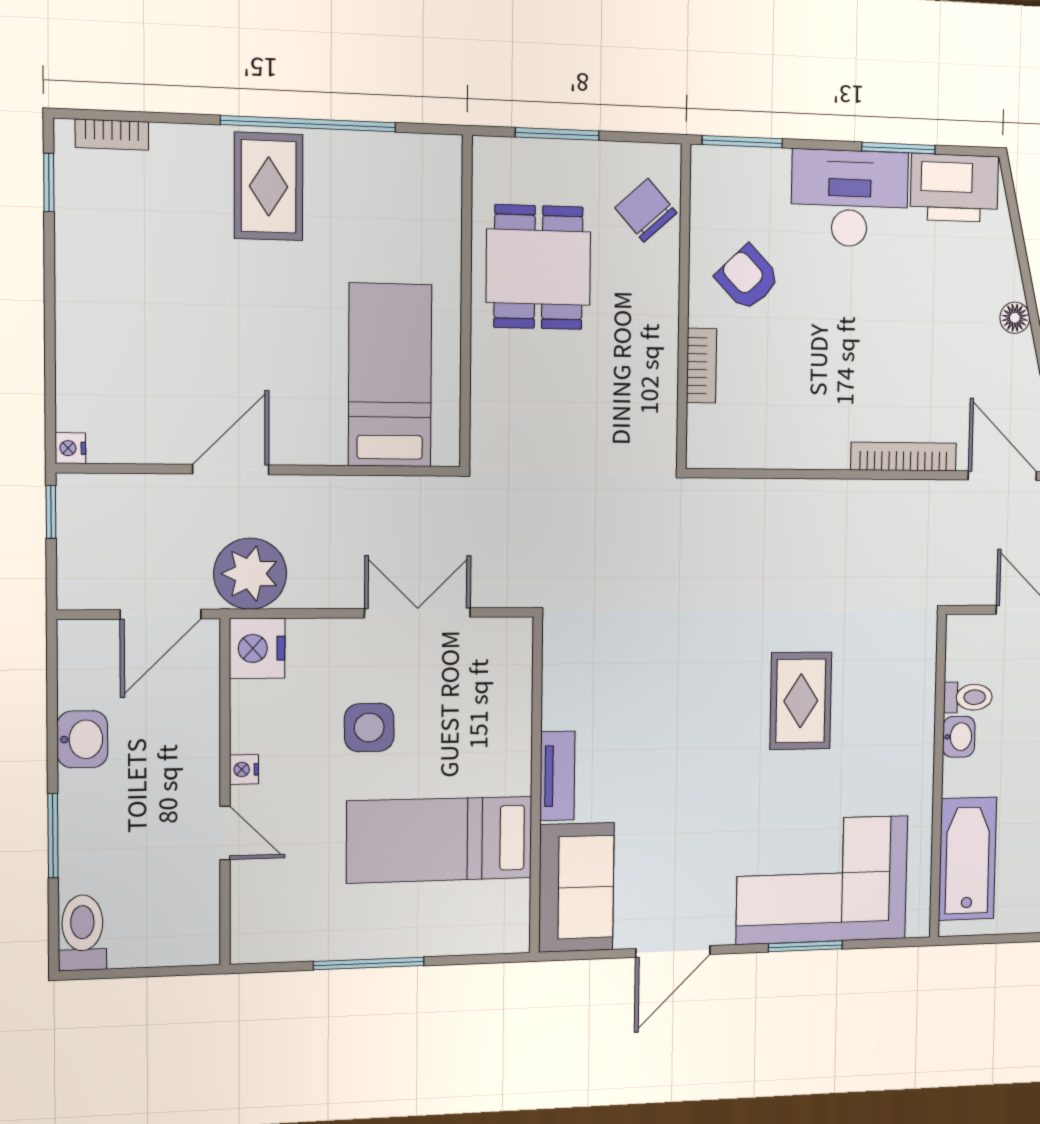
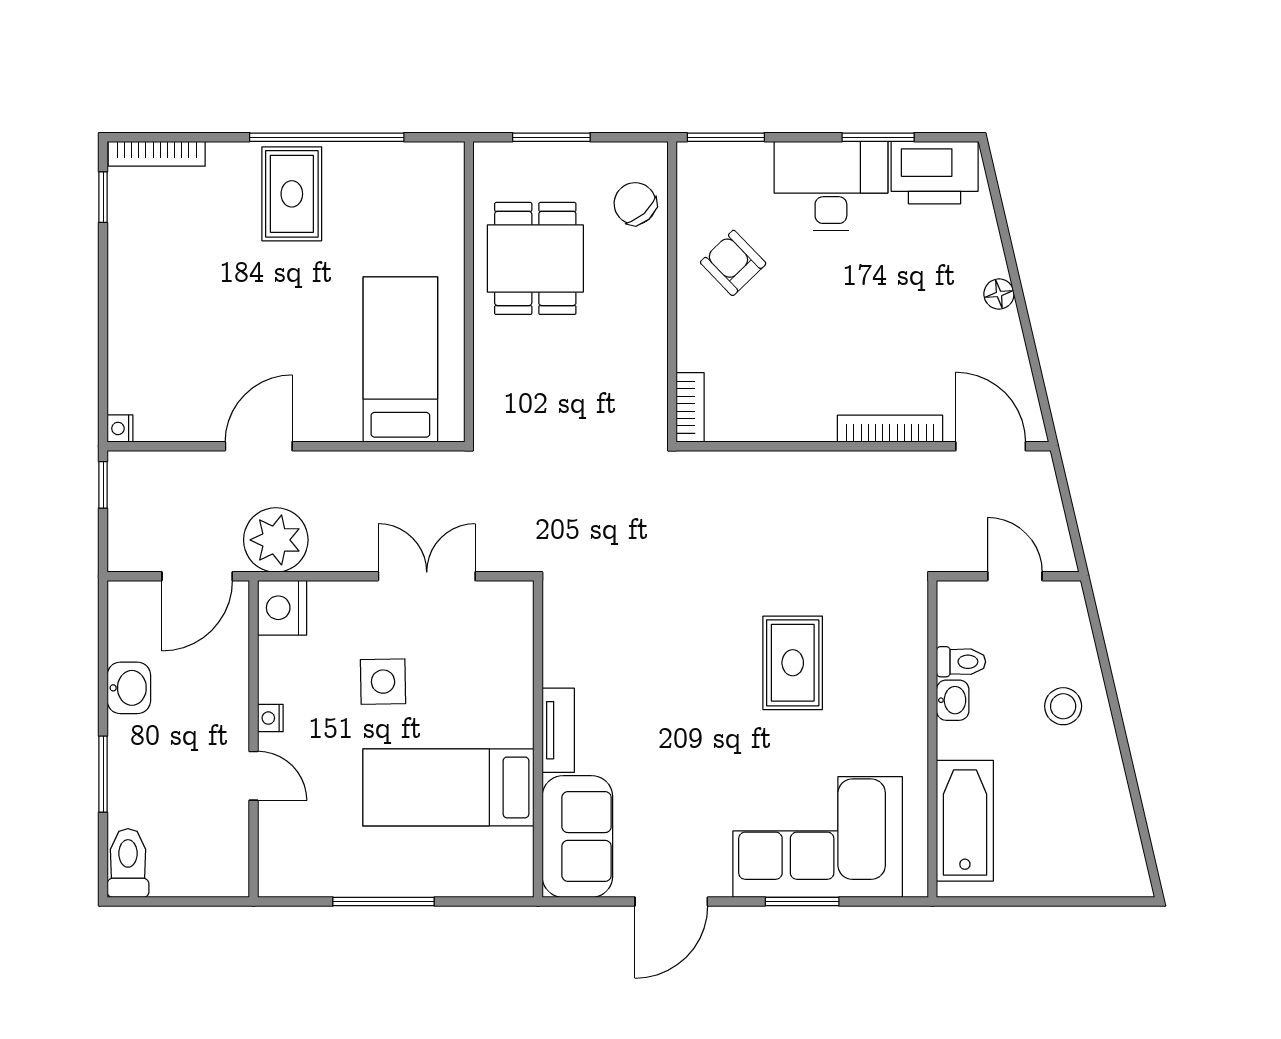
bookcase: (112, 135) -> (157, 154), width x1.56
bookcase: (701, 366) -> (690, 407), moved

